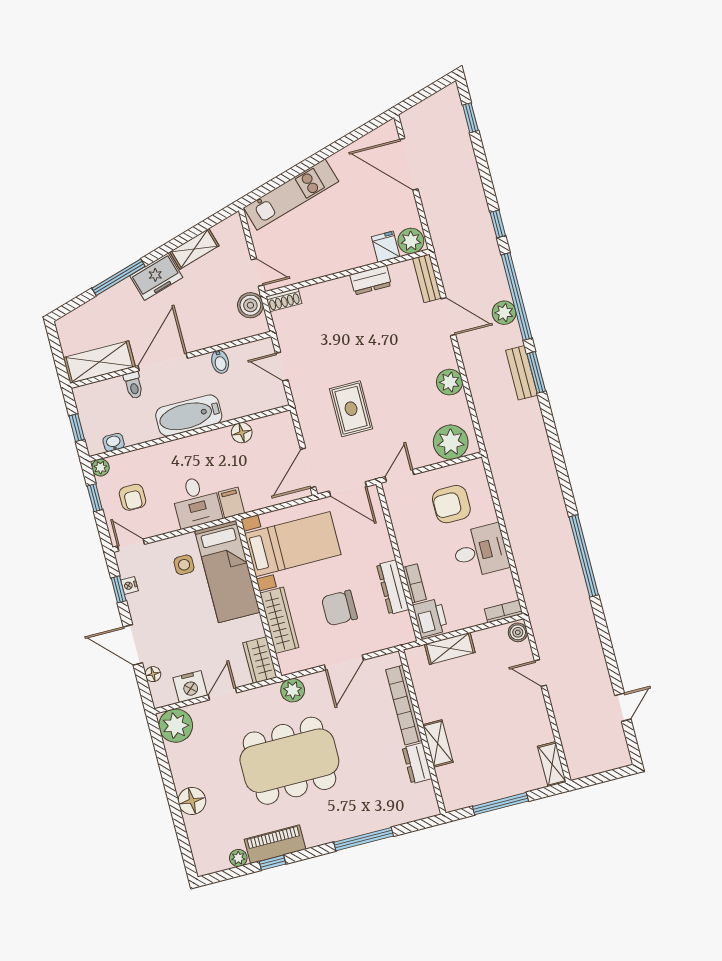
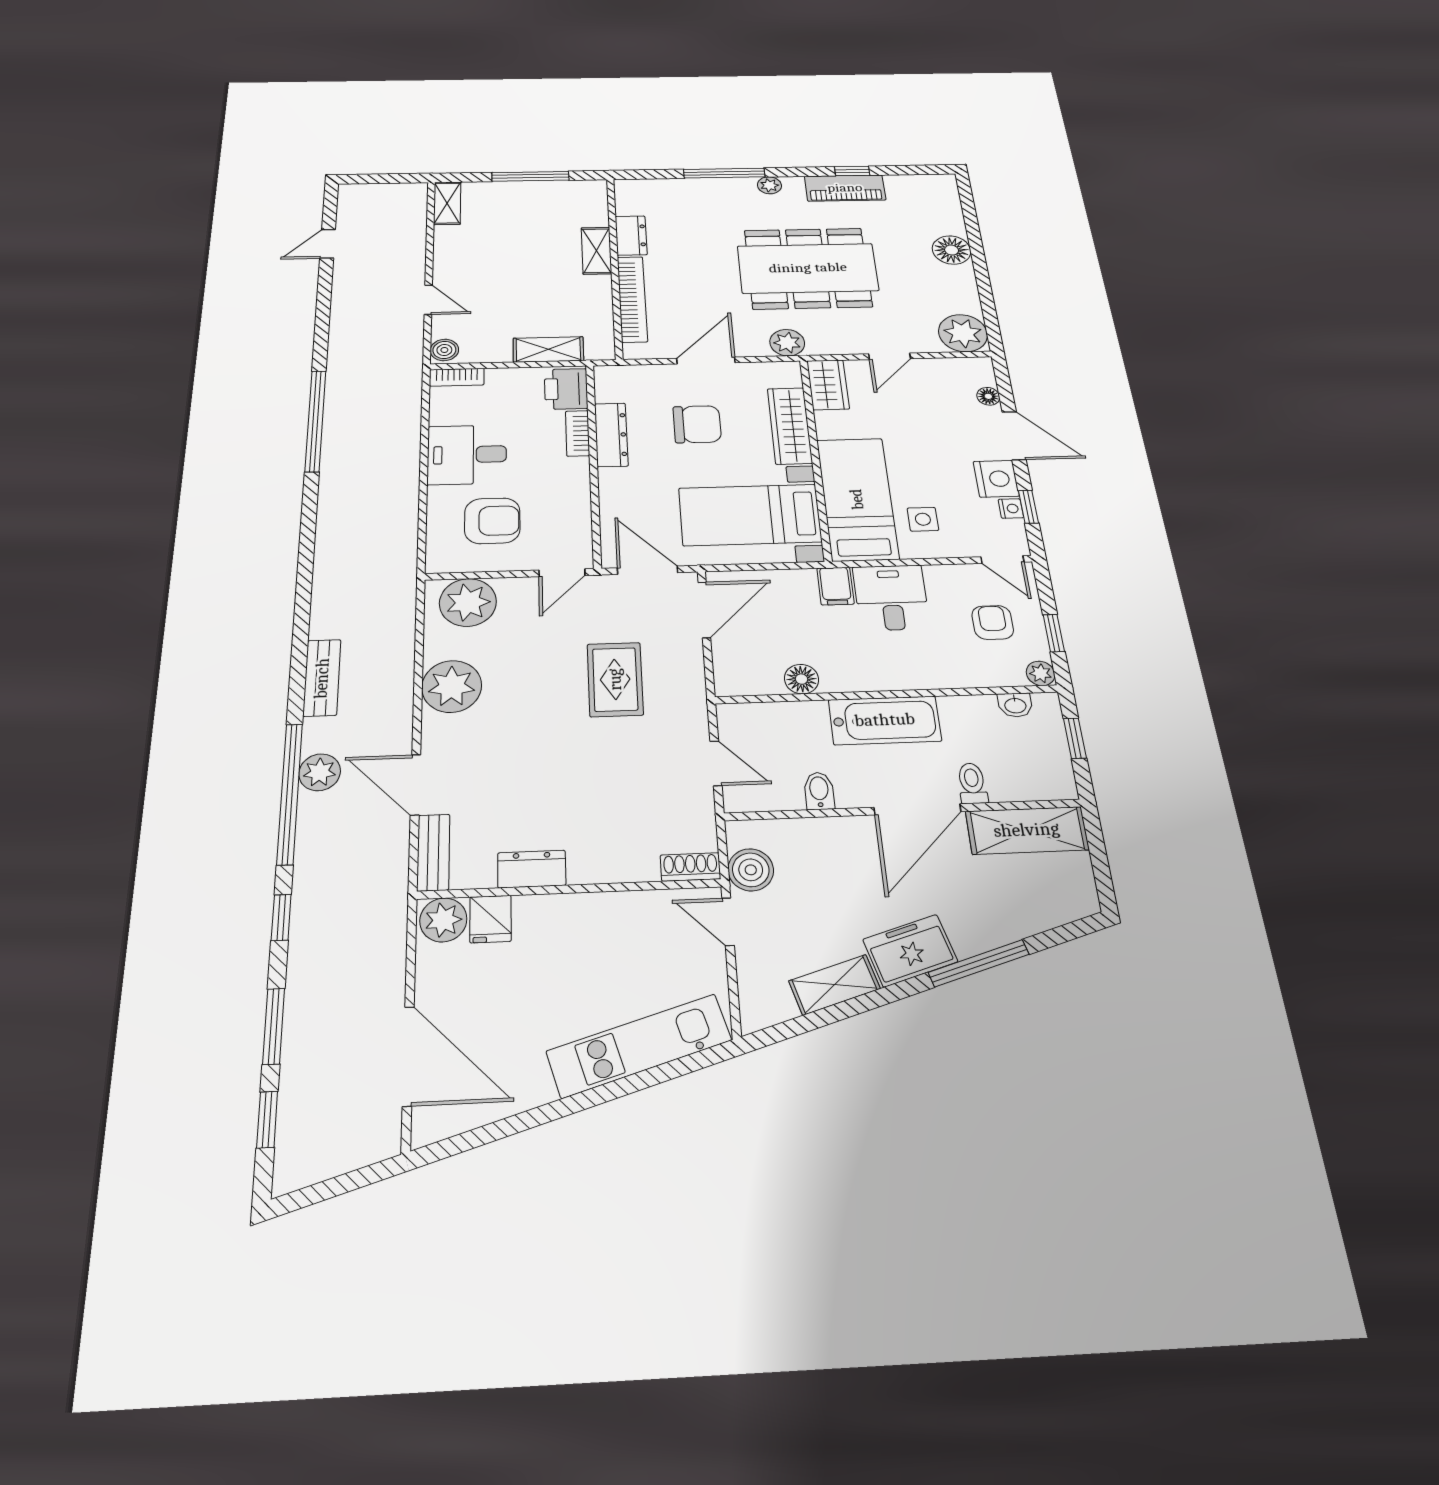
window: (536, 372) -> (274, 1026), moved
plant: (449, 382) -> (452, 686), width x1.36, depth x1.36
nightstand: (190, 687) -> (996, 479), moved, turned 90
plant: (238, 858) -> (769, 185), moved

